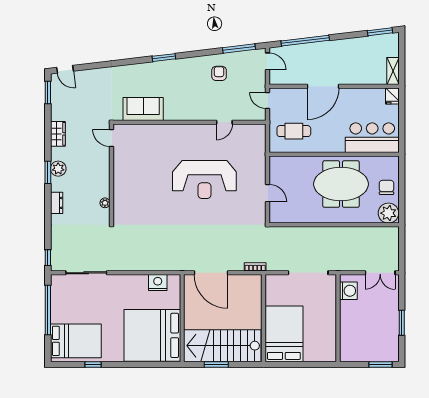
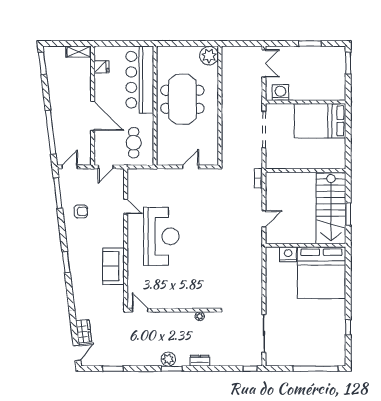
armchair: (219, 73) -> (81, 211), turned 180
window: (48, 92) -> (113, 369), moved
fridge: (392, 96) -> (101, 67), moved
sofa: (143, 109) -> (113, 266), moved
wardrobe: (58, 134) -> (84, 331), moved, turned 83
door: (112, 138) -> (140, 310), swing flipped
bar counter: (372, 138) -> (140, 80), width x1.36
reception desk: (204, 180) -> (161, 236), moved
chair: (386, 187) -> (185, 57), removed
door: (211, 273) -> (264, 219), width x0.53
nightstand: (158, 283) -> (288, 254), moved, turned 90
window: (48, 310) -> (316, 369), moved
bed: (284, 334) -> (320, 121), moved
bed: (76, 341) -> (326, 343), removed

